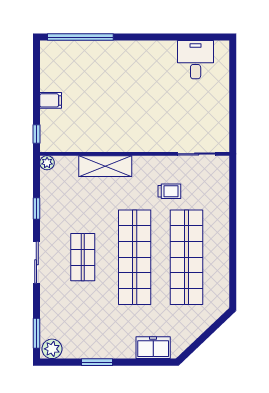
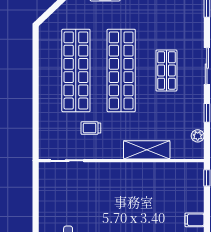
filing cabinet: (51, 100) -> (194, 220), moved
plant: (47, 163) -> (198, 136), moved

